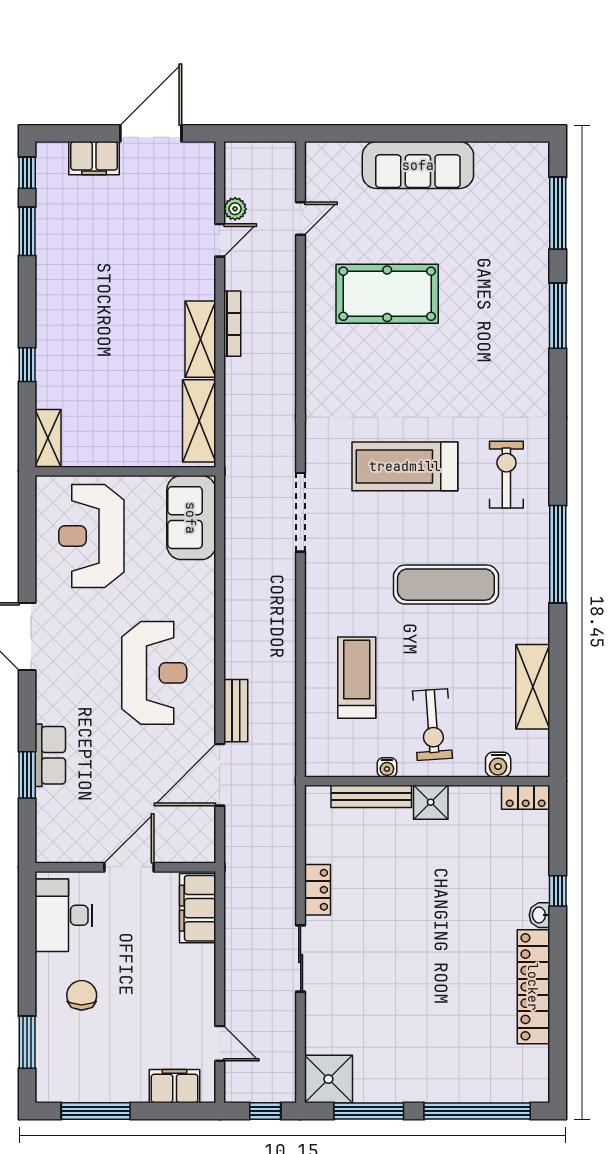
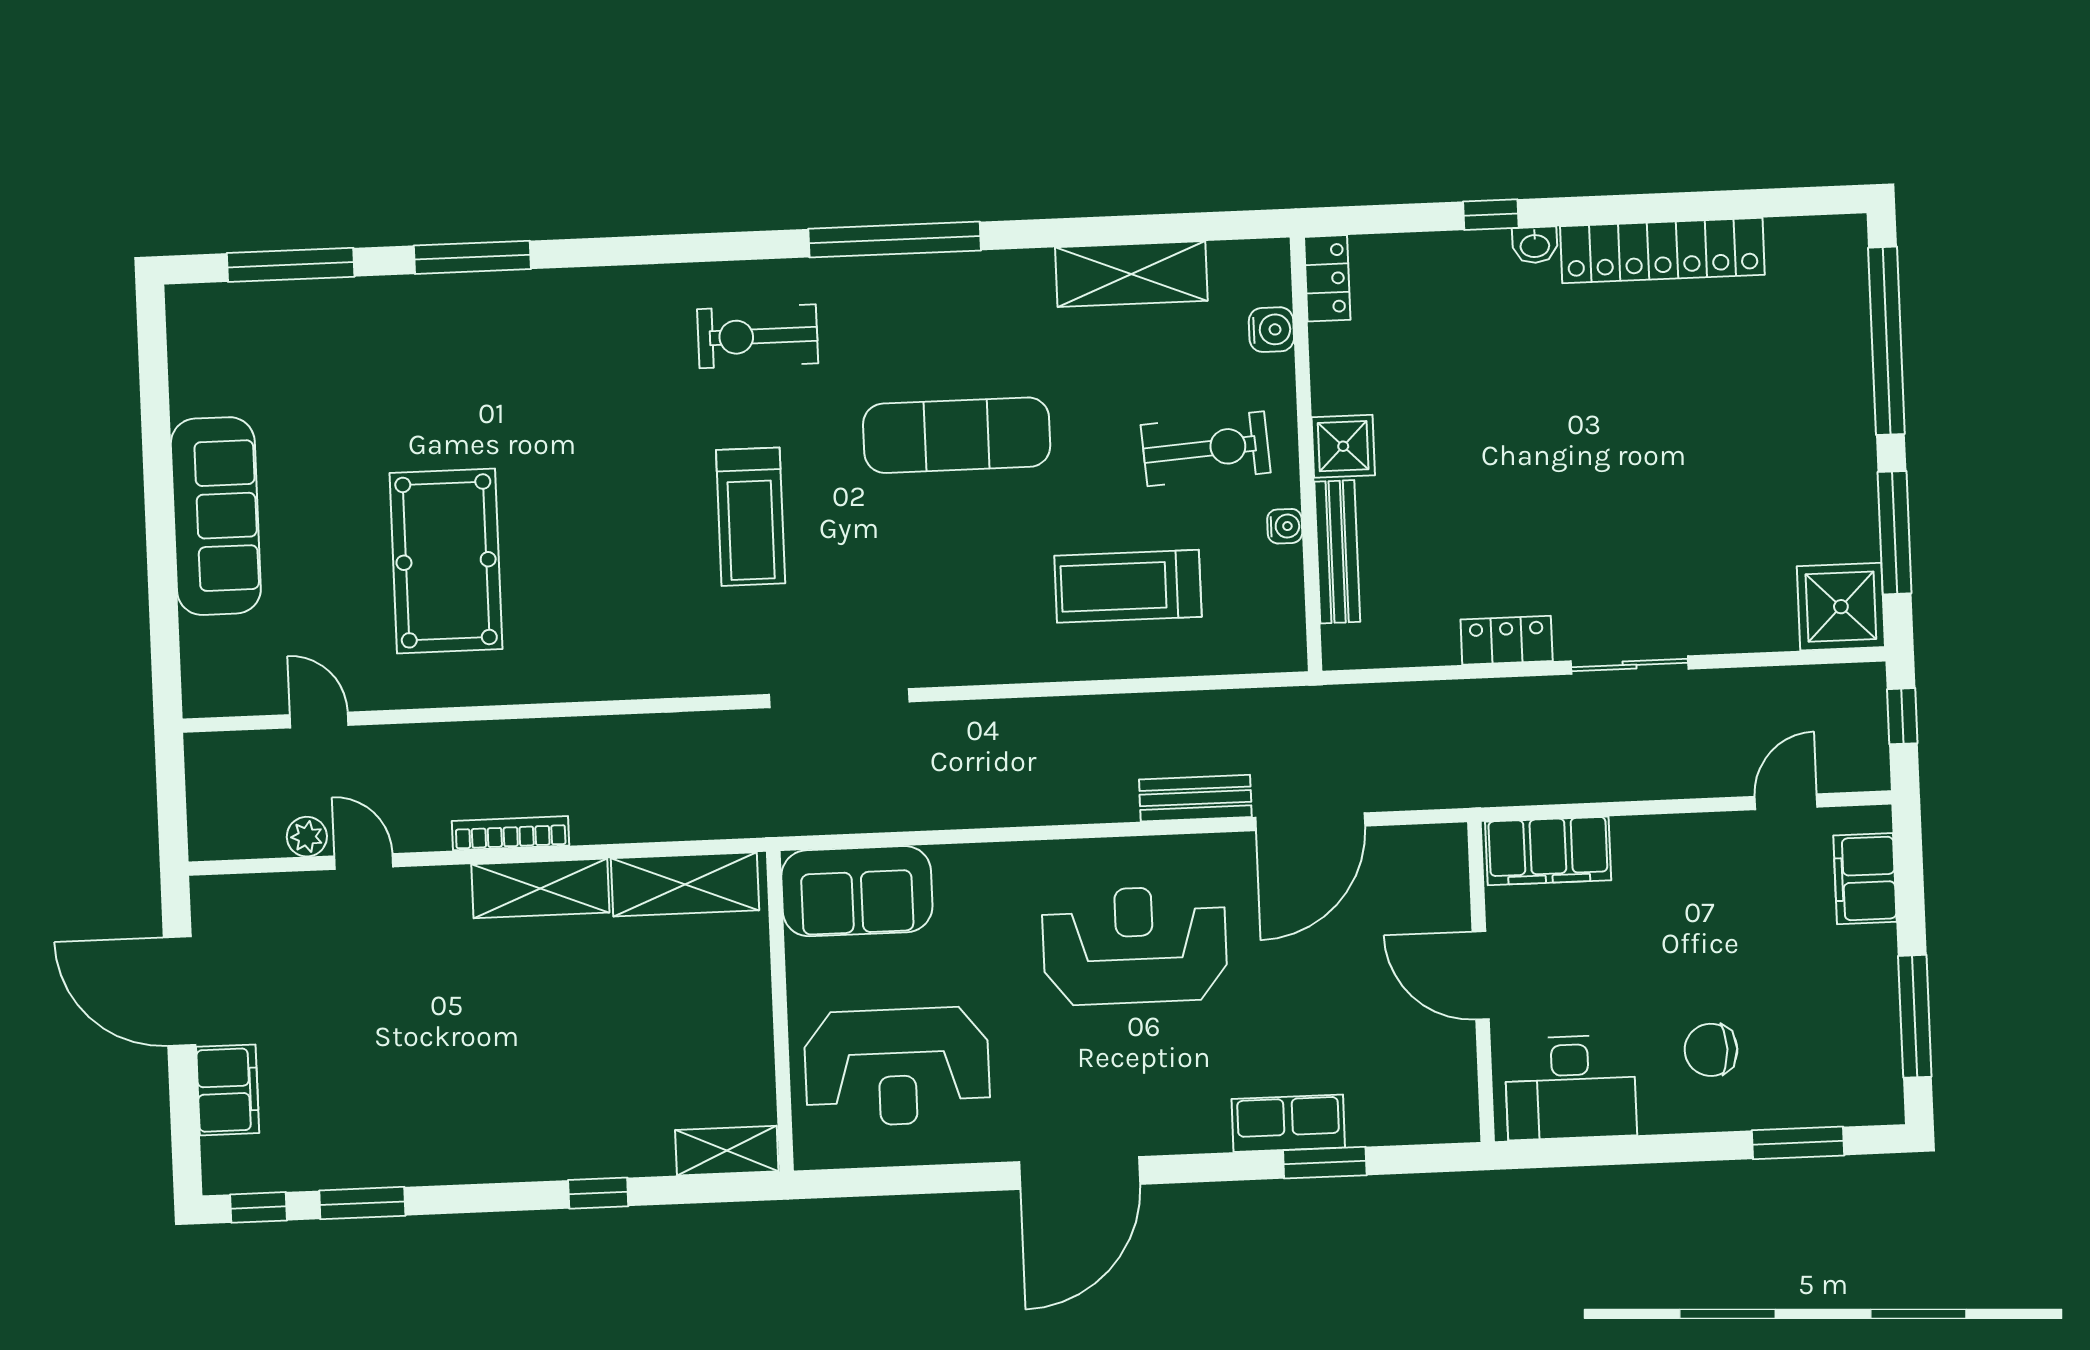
treadmill: (405, 466) -> (751, 517), width x0.73, depth x0.73
exercise mat: (446, 585) -> (957, 435), turned 90
door: (220, 775) -> (1310, 822), hinge flipped

